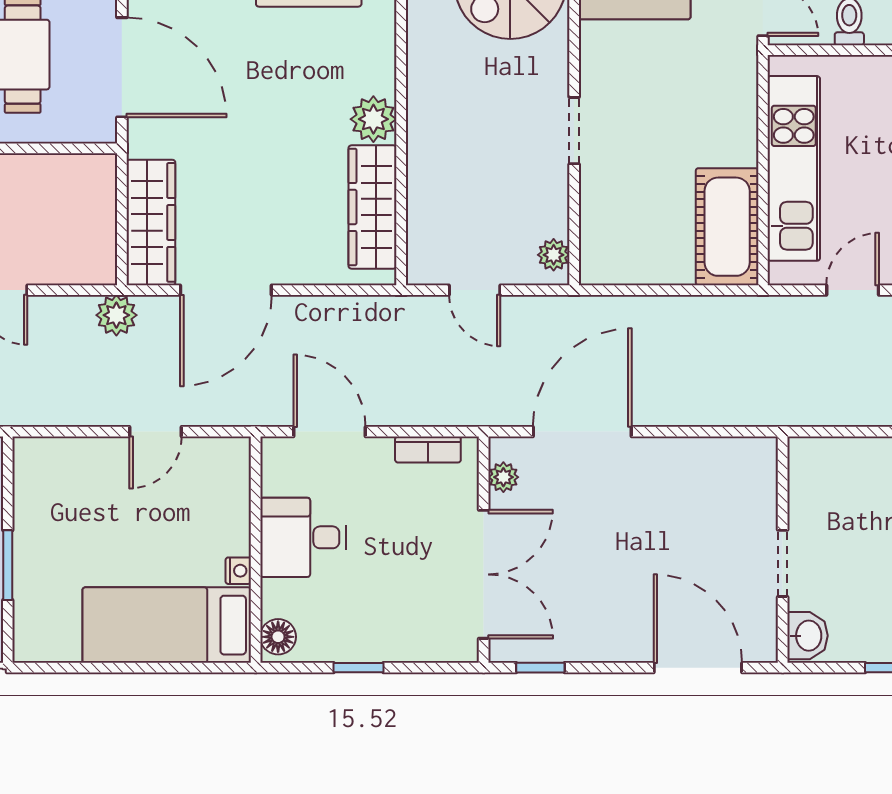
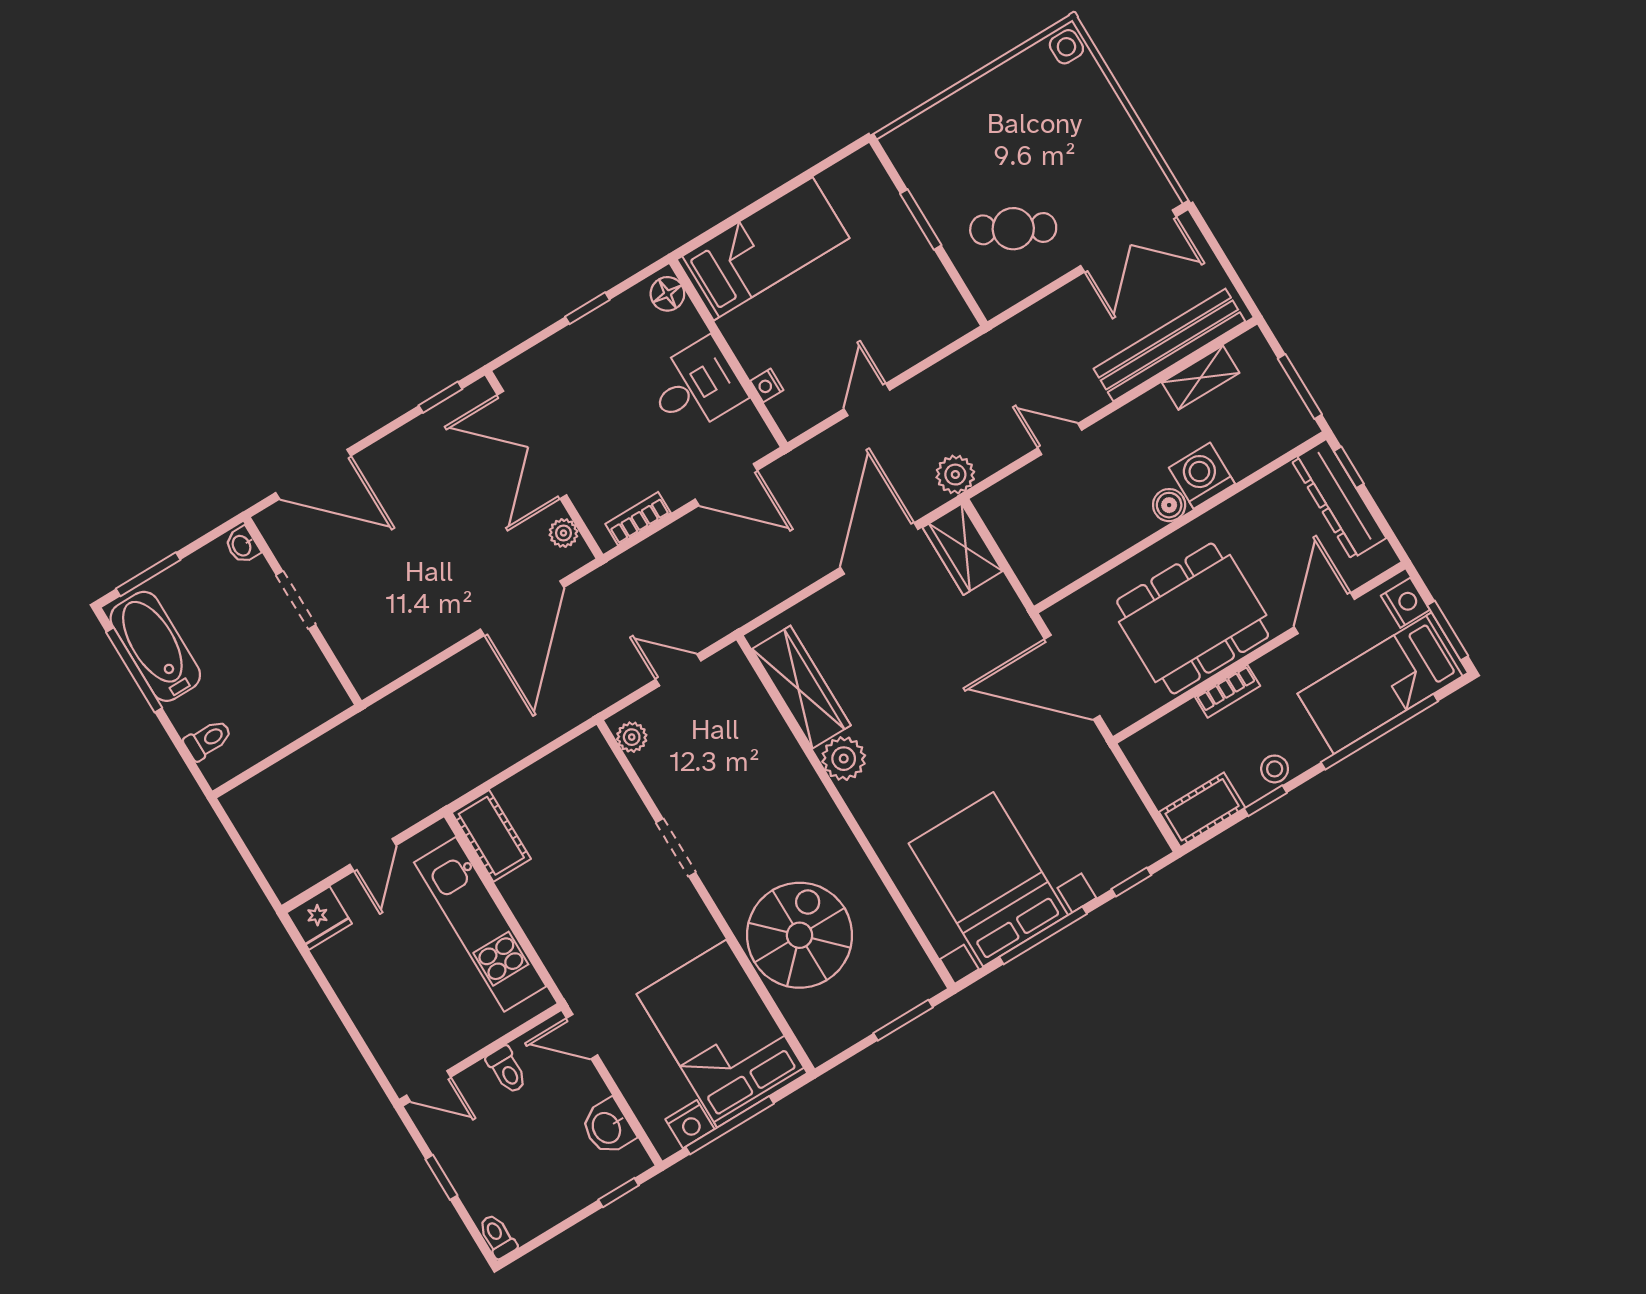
wardrobe: (151, 222) -> (963, 549), width x0.67
cot: (727, 227) -> (491, 836), width x0.73, depth x0.75
nightstand: (238, 571) -> (767, 385), moved
washbasin: (807, 636) -> (242, 545), width x0.72, depth x0.69

